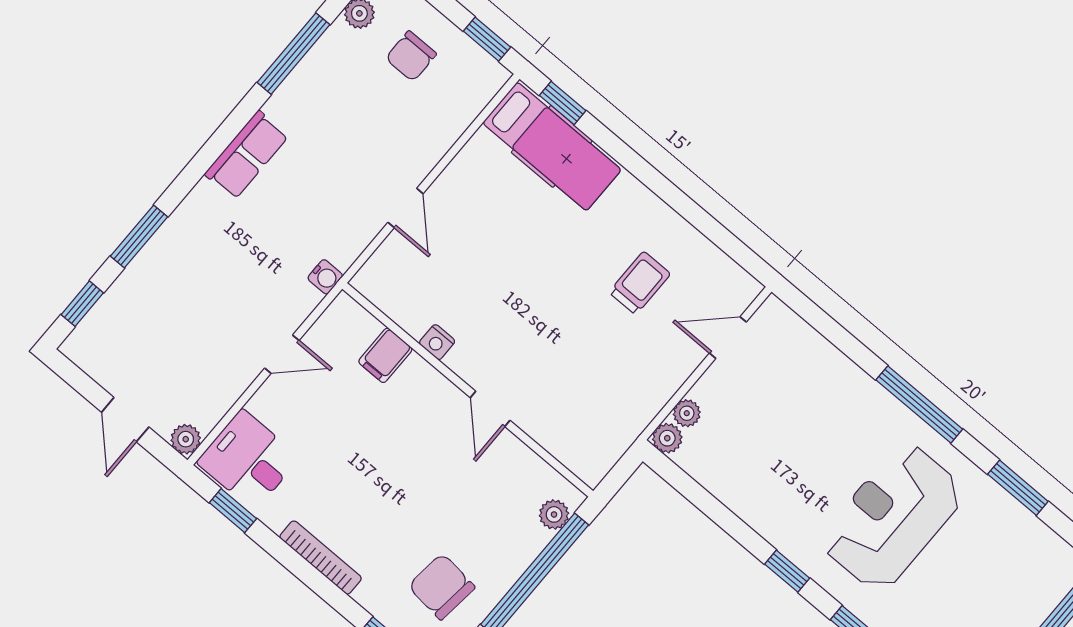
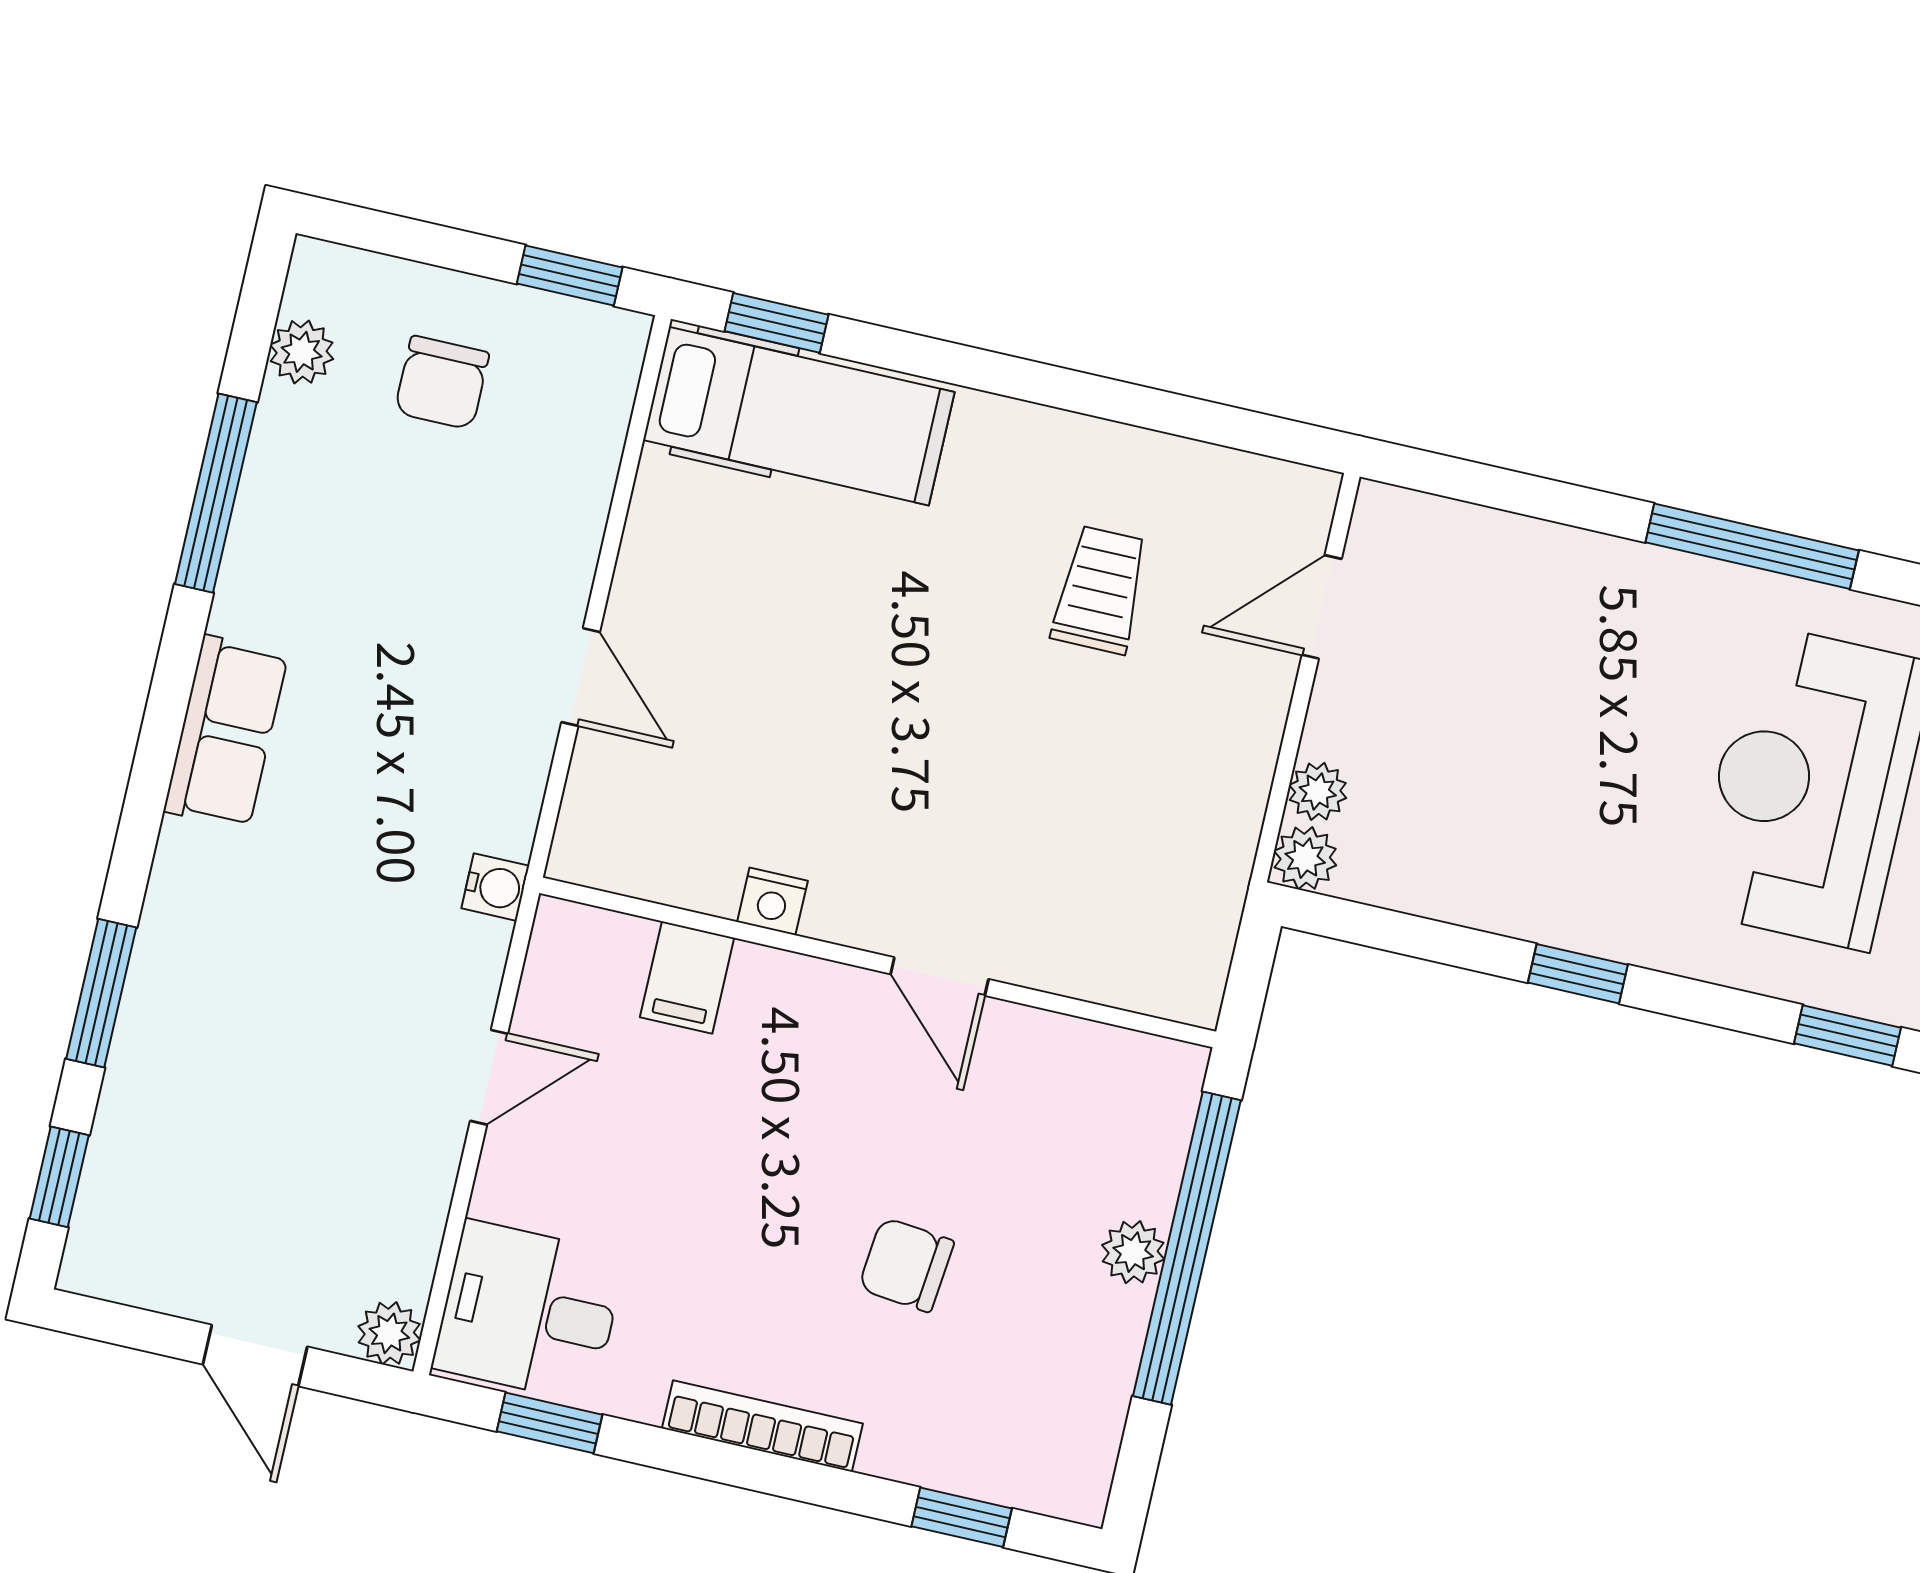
plant: (554, 514) -> (1133, 1252), moved
window: (787, 571) -> (1578, 974), moved
chair: (442, 587) -> (906, 1265), moved, width x0.73, depth x0.73

